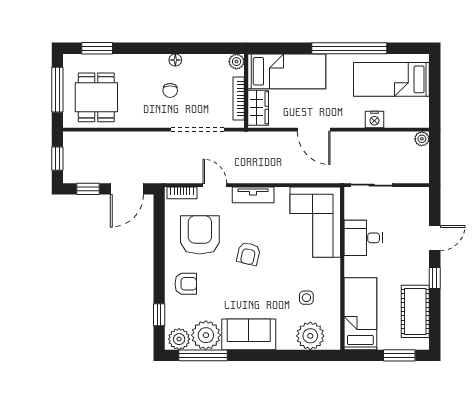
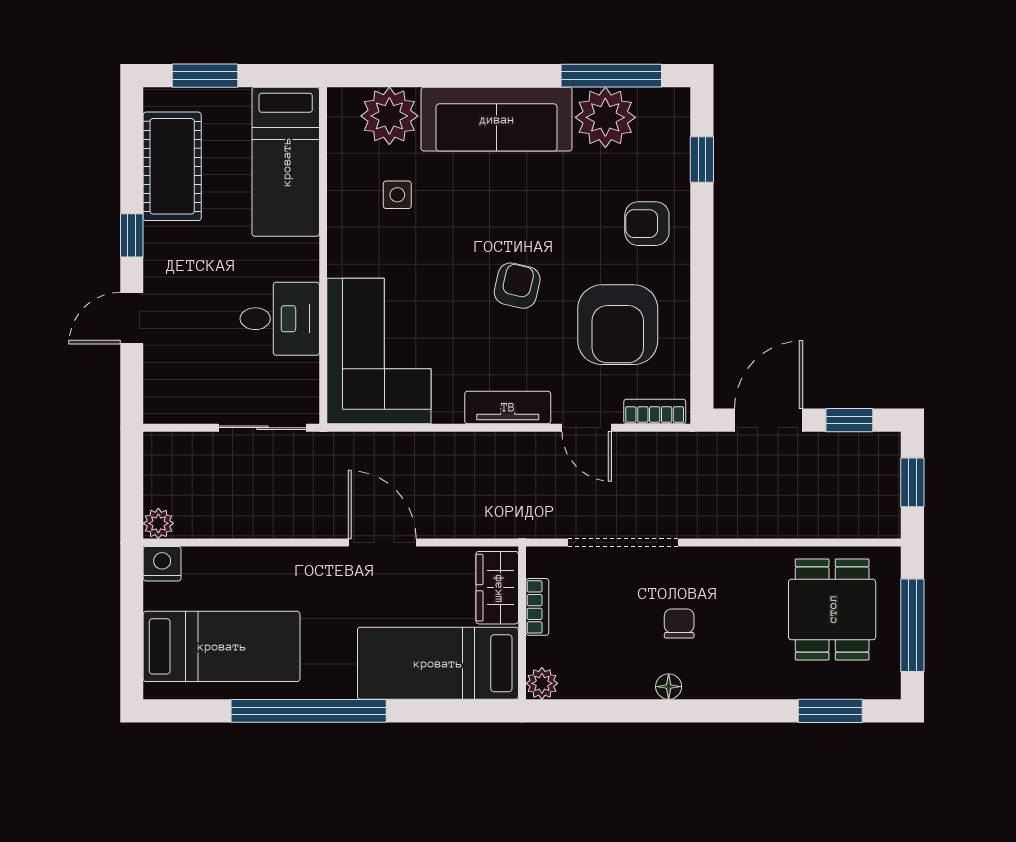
bookcase: (239, 98) -> (537, 607), width x0.64
nightstand: (374, 119) -> (162, 564), moved
sofa: (249, 334) -> (497, 119), width x1.36
plant: (179, 339) -> (661, 109), removed

